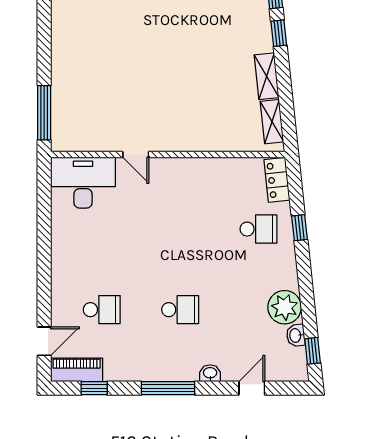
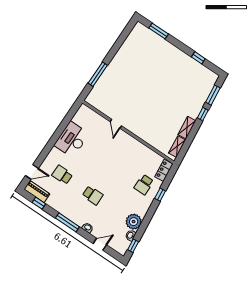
window: (44, 113) -> (98, 74), moved
desk: (83, 183) -> (72, 139), moved, turned -90
school desk: (258, 229) -> (144, 185), turned 90
school desk: (102, 310) -> (62, 175), turned 180

